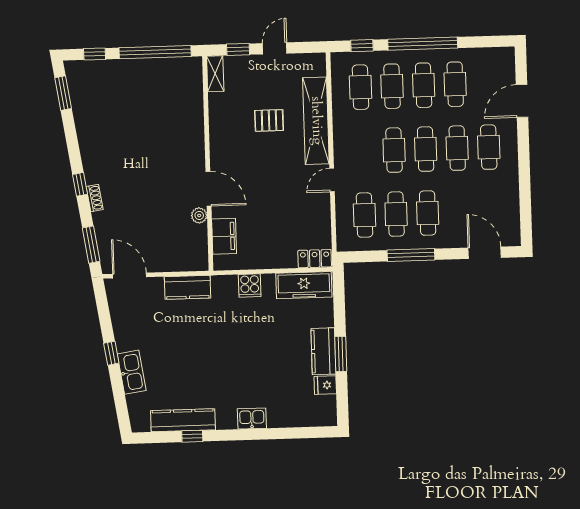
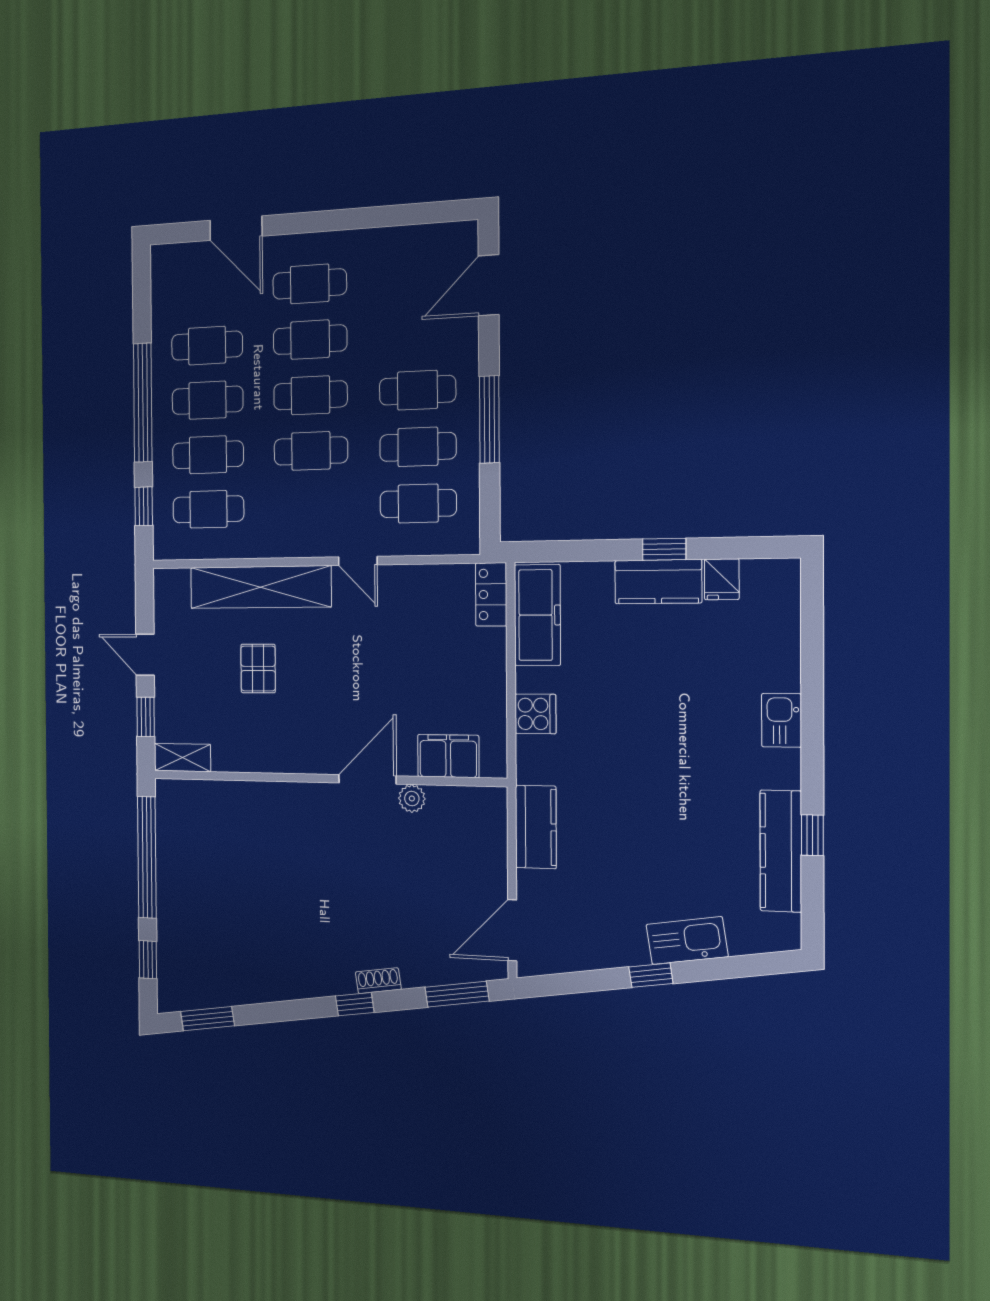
window: (341, 354) -> (664, 549), width x0.67

